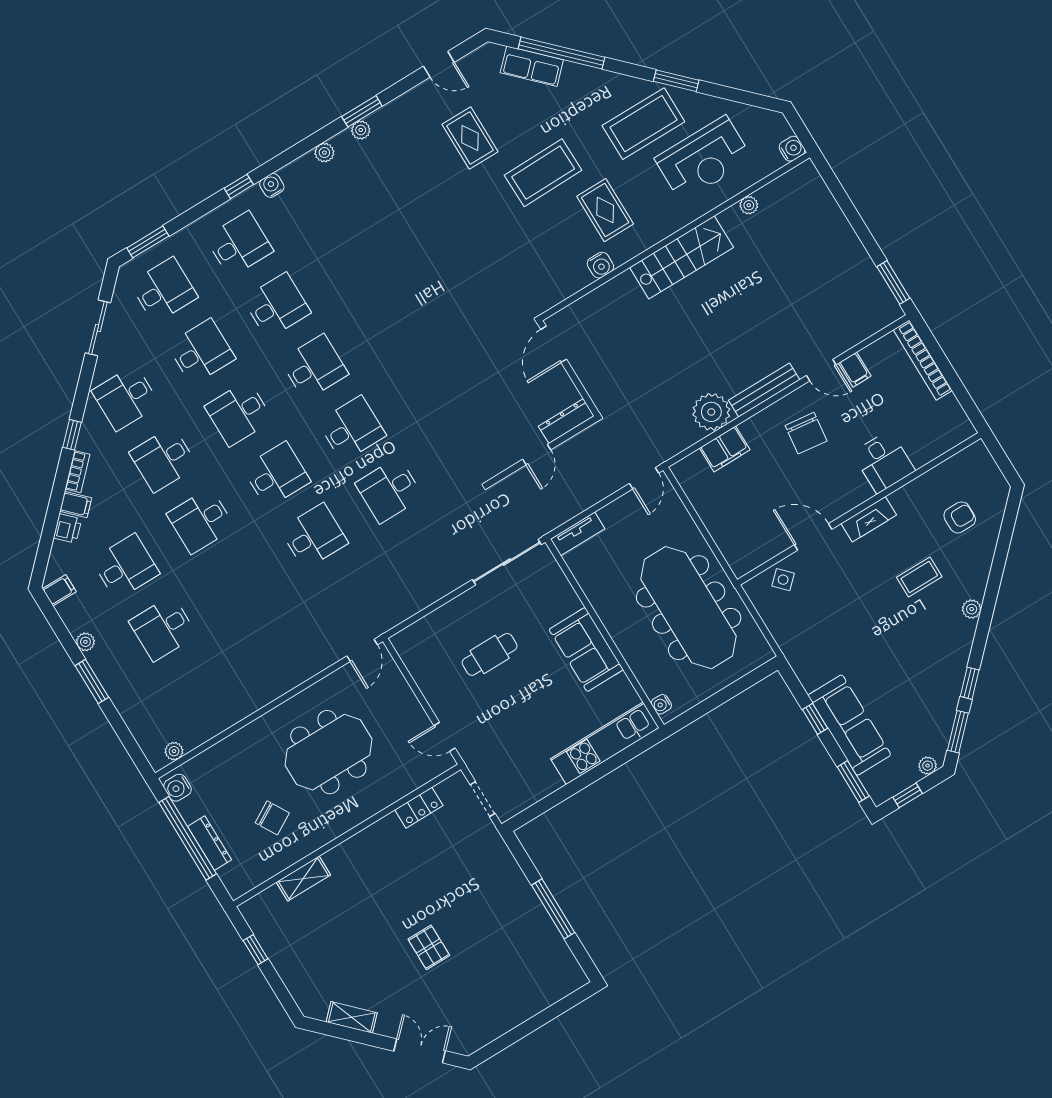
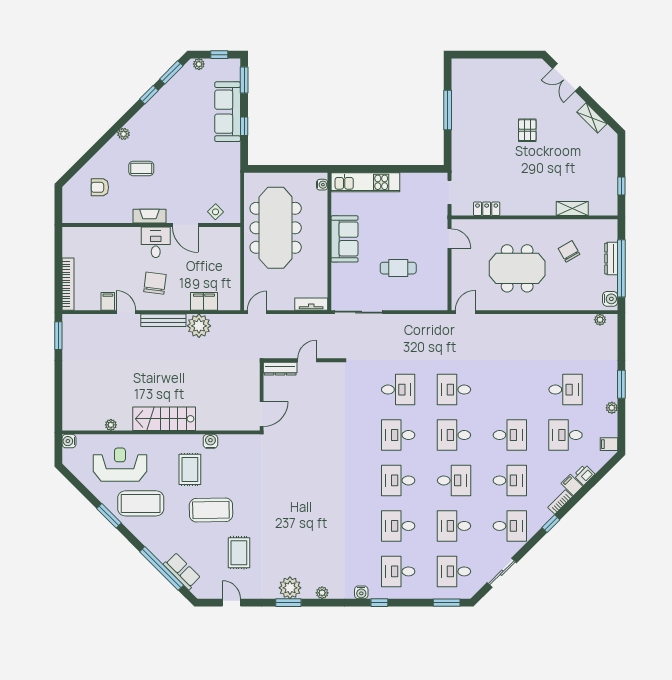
plant: (361, 130) -> (290, 588), width x1.87, depth x1.87
desk: (884, 462) -> (156, 242), moved

